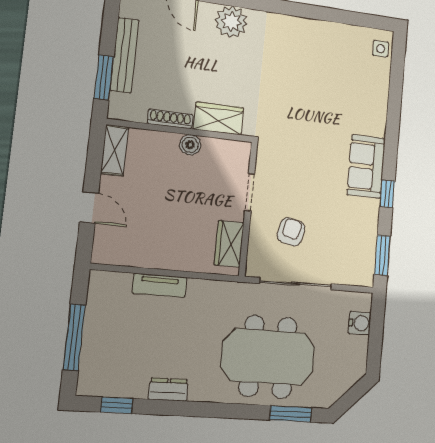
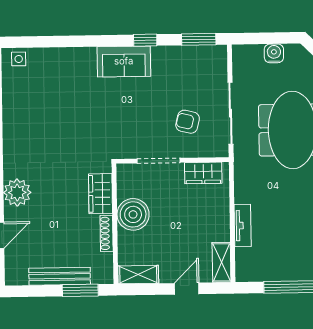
boiler: (190, 145) -> (133, 214), width x1.86, depth x1.86
doorway: (250, 192) -> (159, 161), width x1.38
shelving: (117, 254) -> (222, 262), added
water cooler: (360, 323) -> (274, 53), moved

